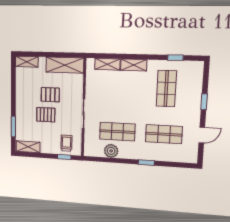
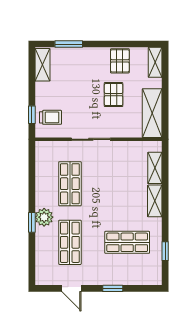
pallet: (46, 115) -> (120, 61), moved
plant: (111, 151) -> (44, 217), moved

